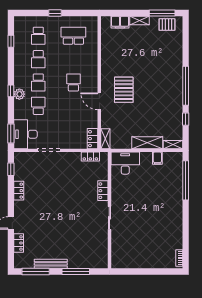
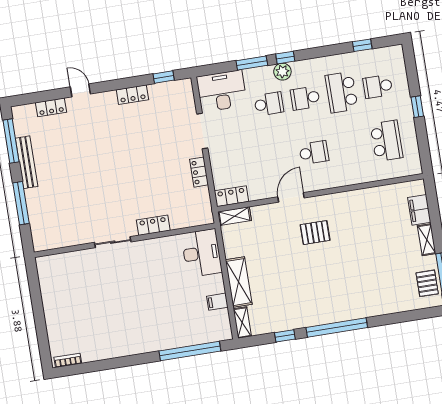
school desk: (38, 59) -> (341, 92), width x1.85
pallet: (124, 90) -> (315, 233), width x0.67, depth x0.71
window: (11, 133) -> (252, 63), moved
locker: (90, 157) -> (199, 172), moved

